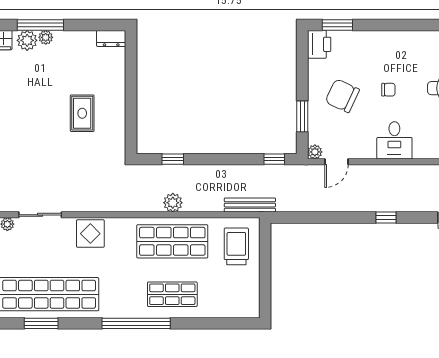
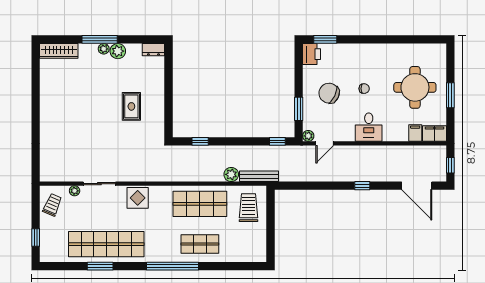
plant: (27, 40) -> (118, 51), moved
plant: (173, 203) -> (231, 174), moved

